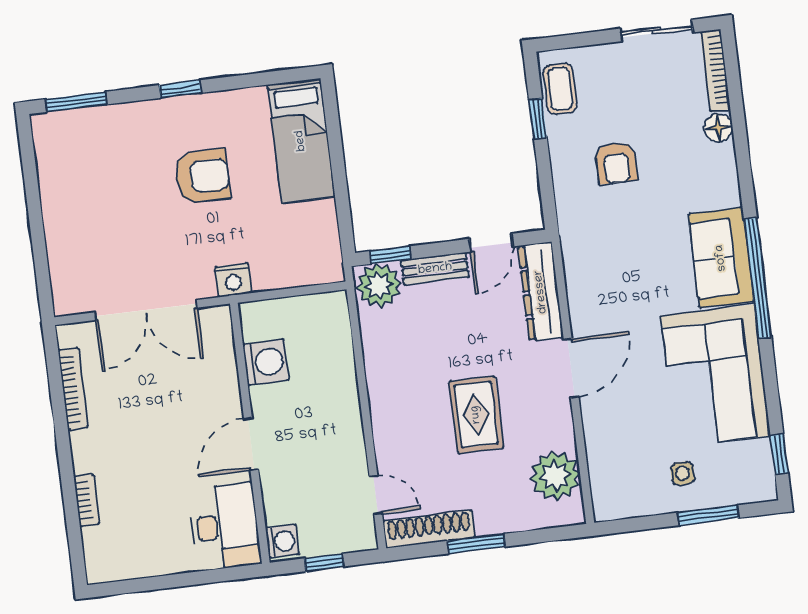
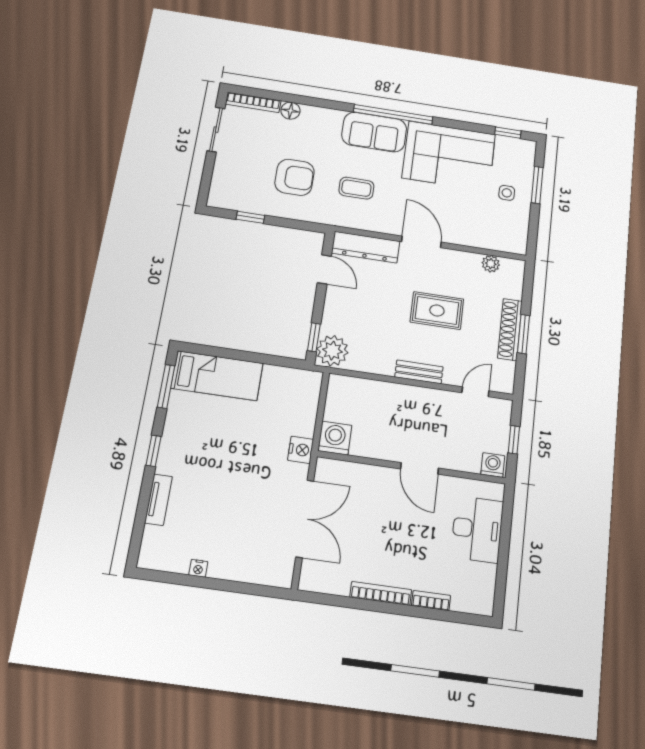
coffee table: (560, 89) -> (356, 188), moved
window: (76, 102) -> (166, 386), moved
tv unit: (120, 115) -> (158, 500), added
armchair: (616, 163) -> (295, 177), width x1.38, depth x1.38
armchair: (202, 176) -> (221, 452), removed
nightstand: (49, 192) -> (198, 568), added
bench: (435, 269) -> (419, 372), moved, turned 90
washing machine: (266, 362) -> (335, 438), moved
bookcase: (73, 389) -> (381, 593), moved
plant: (555, 476) -> (491, 264), width x0.53, depth x0.53
desk: (225, 526) -> (477, 529), moved, turned 90
shoe rack: (429, 529) -> (510, 329), moved

